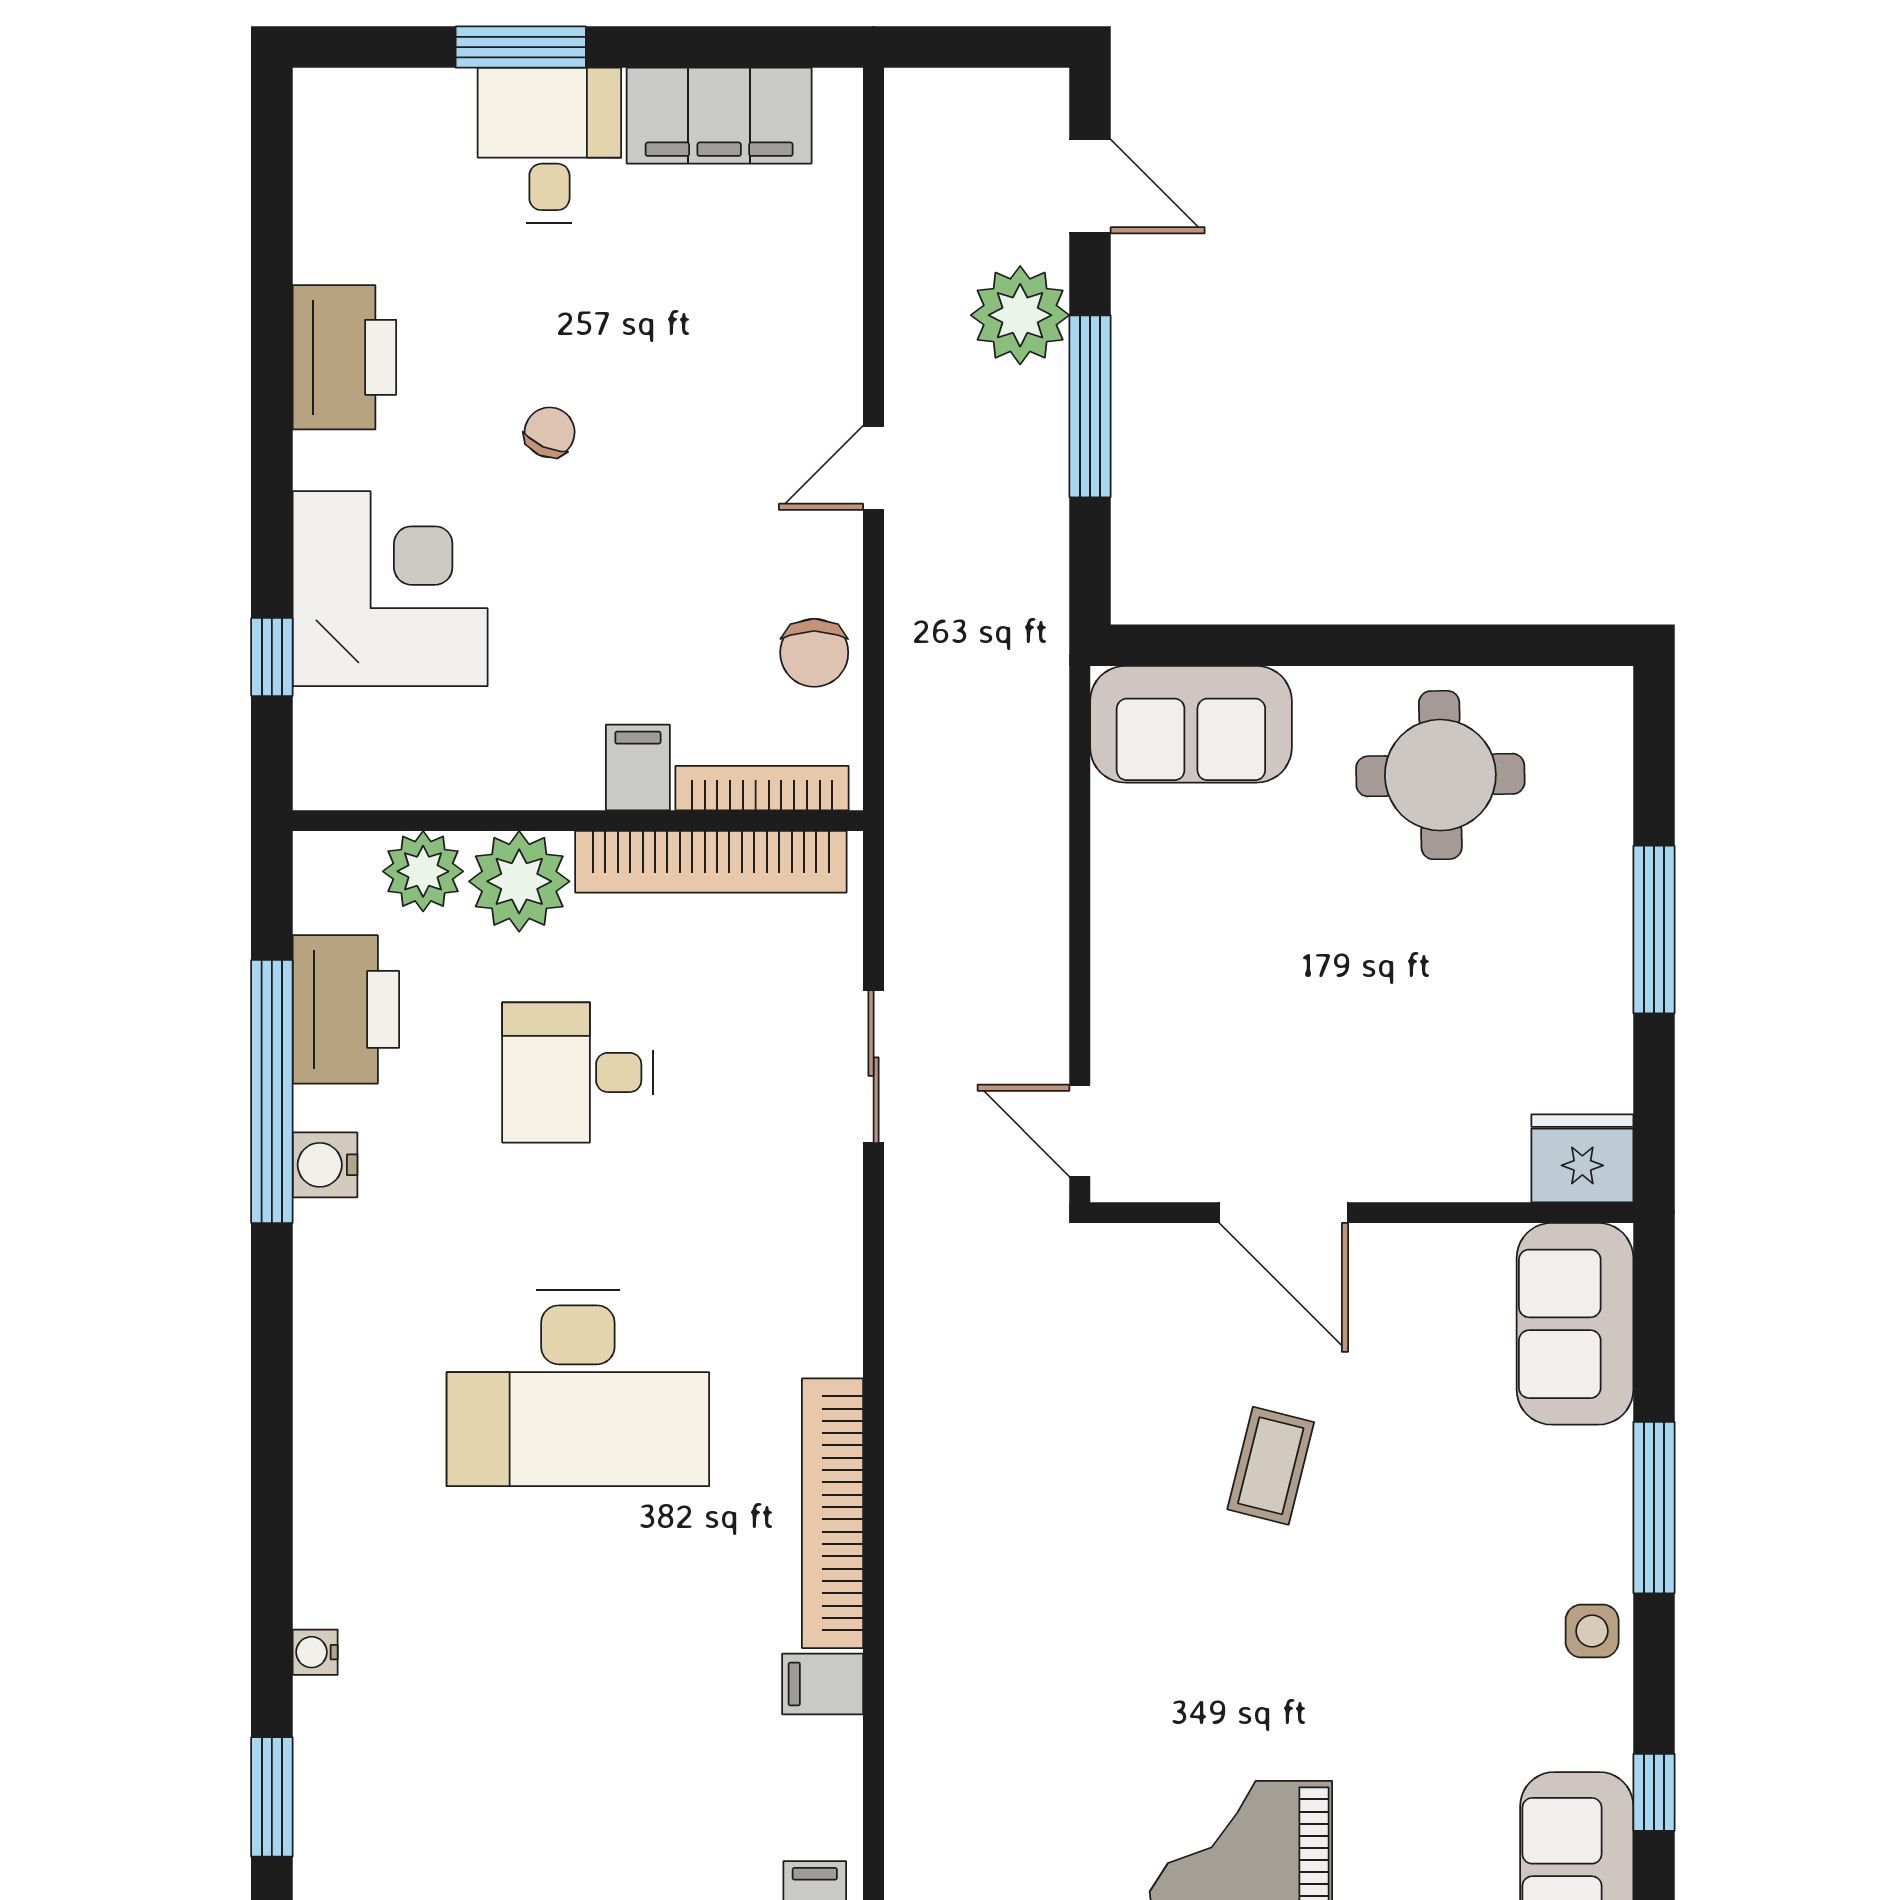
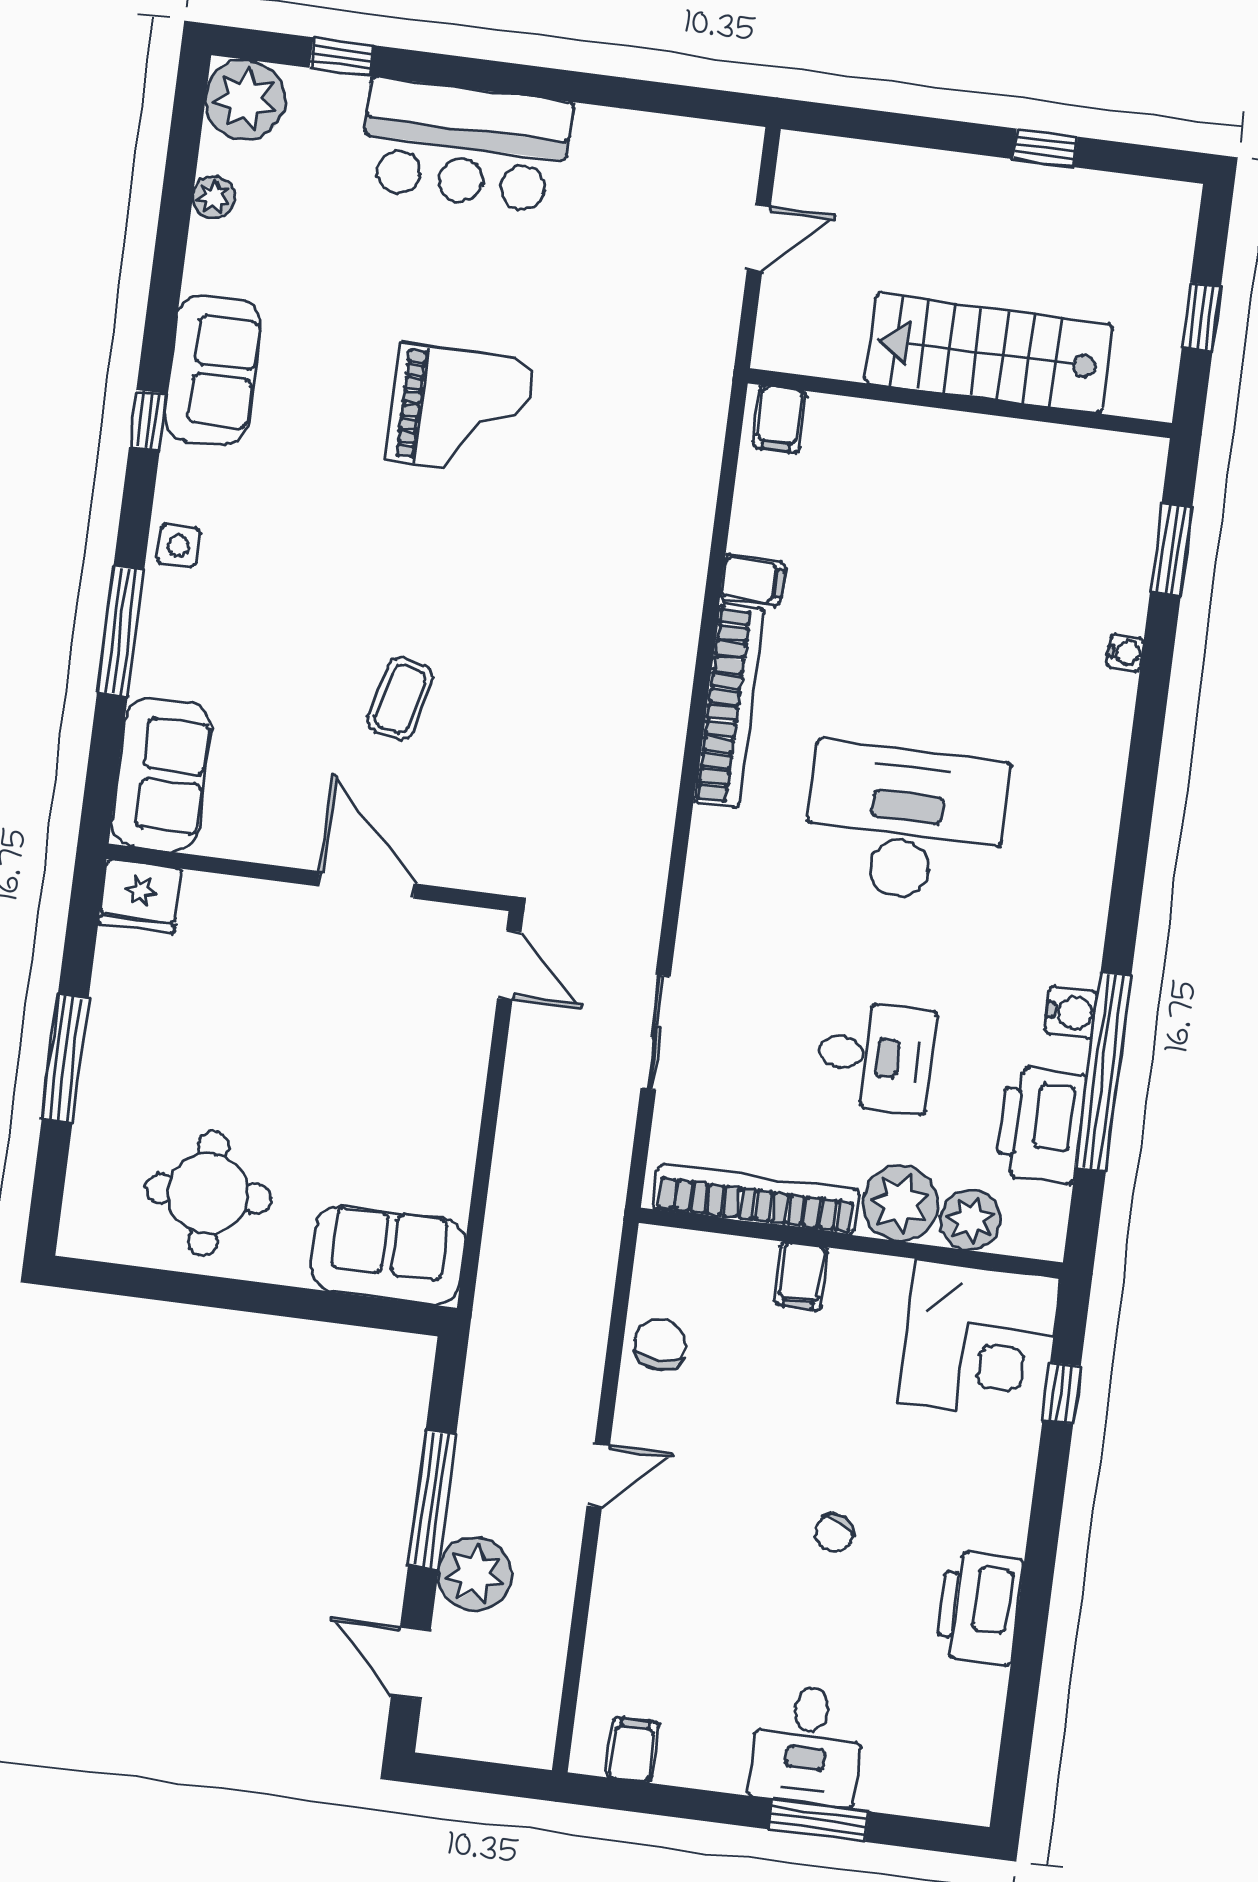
filing cabinet: (719, 116) -> (632, 1750), width x0.33, depth x0.86
corner desk: (390, 589) -> (979, 1340), moved, turned -90
bookcase: (762, 788) -> (711, 1249), removed

